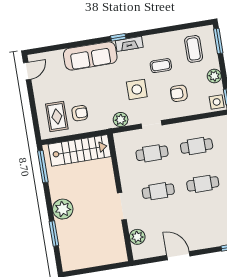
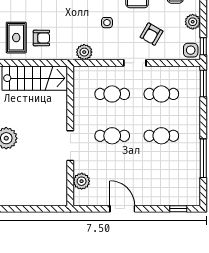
side table: (137, 89) -> (107, 23), width x0.54, depth x0.54
armchair: (179, 93) -> (152, 34), turned -60
doorway: (152, 124) -> (135, 63), moved

